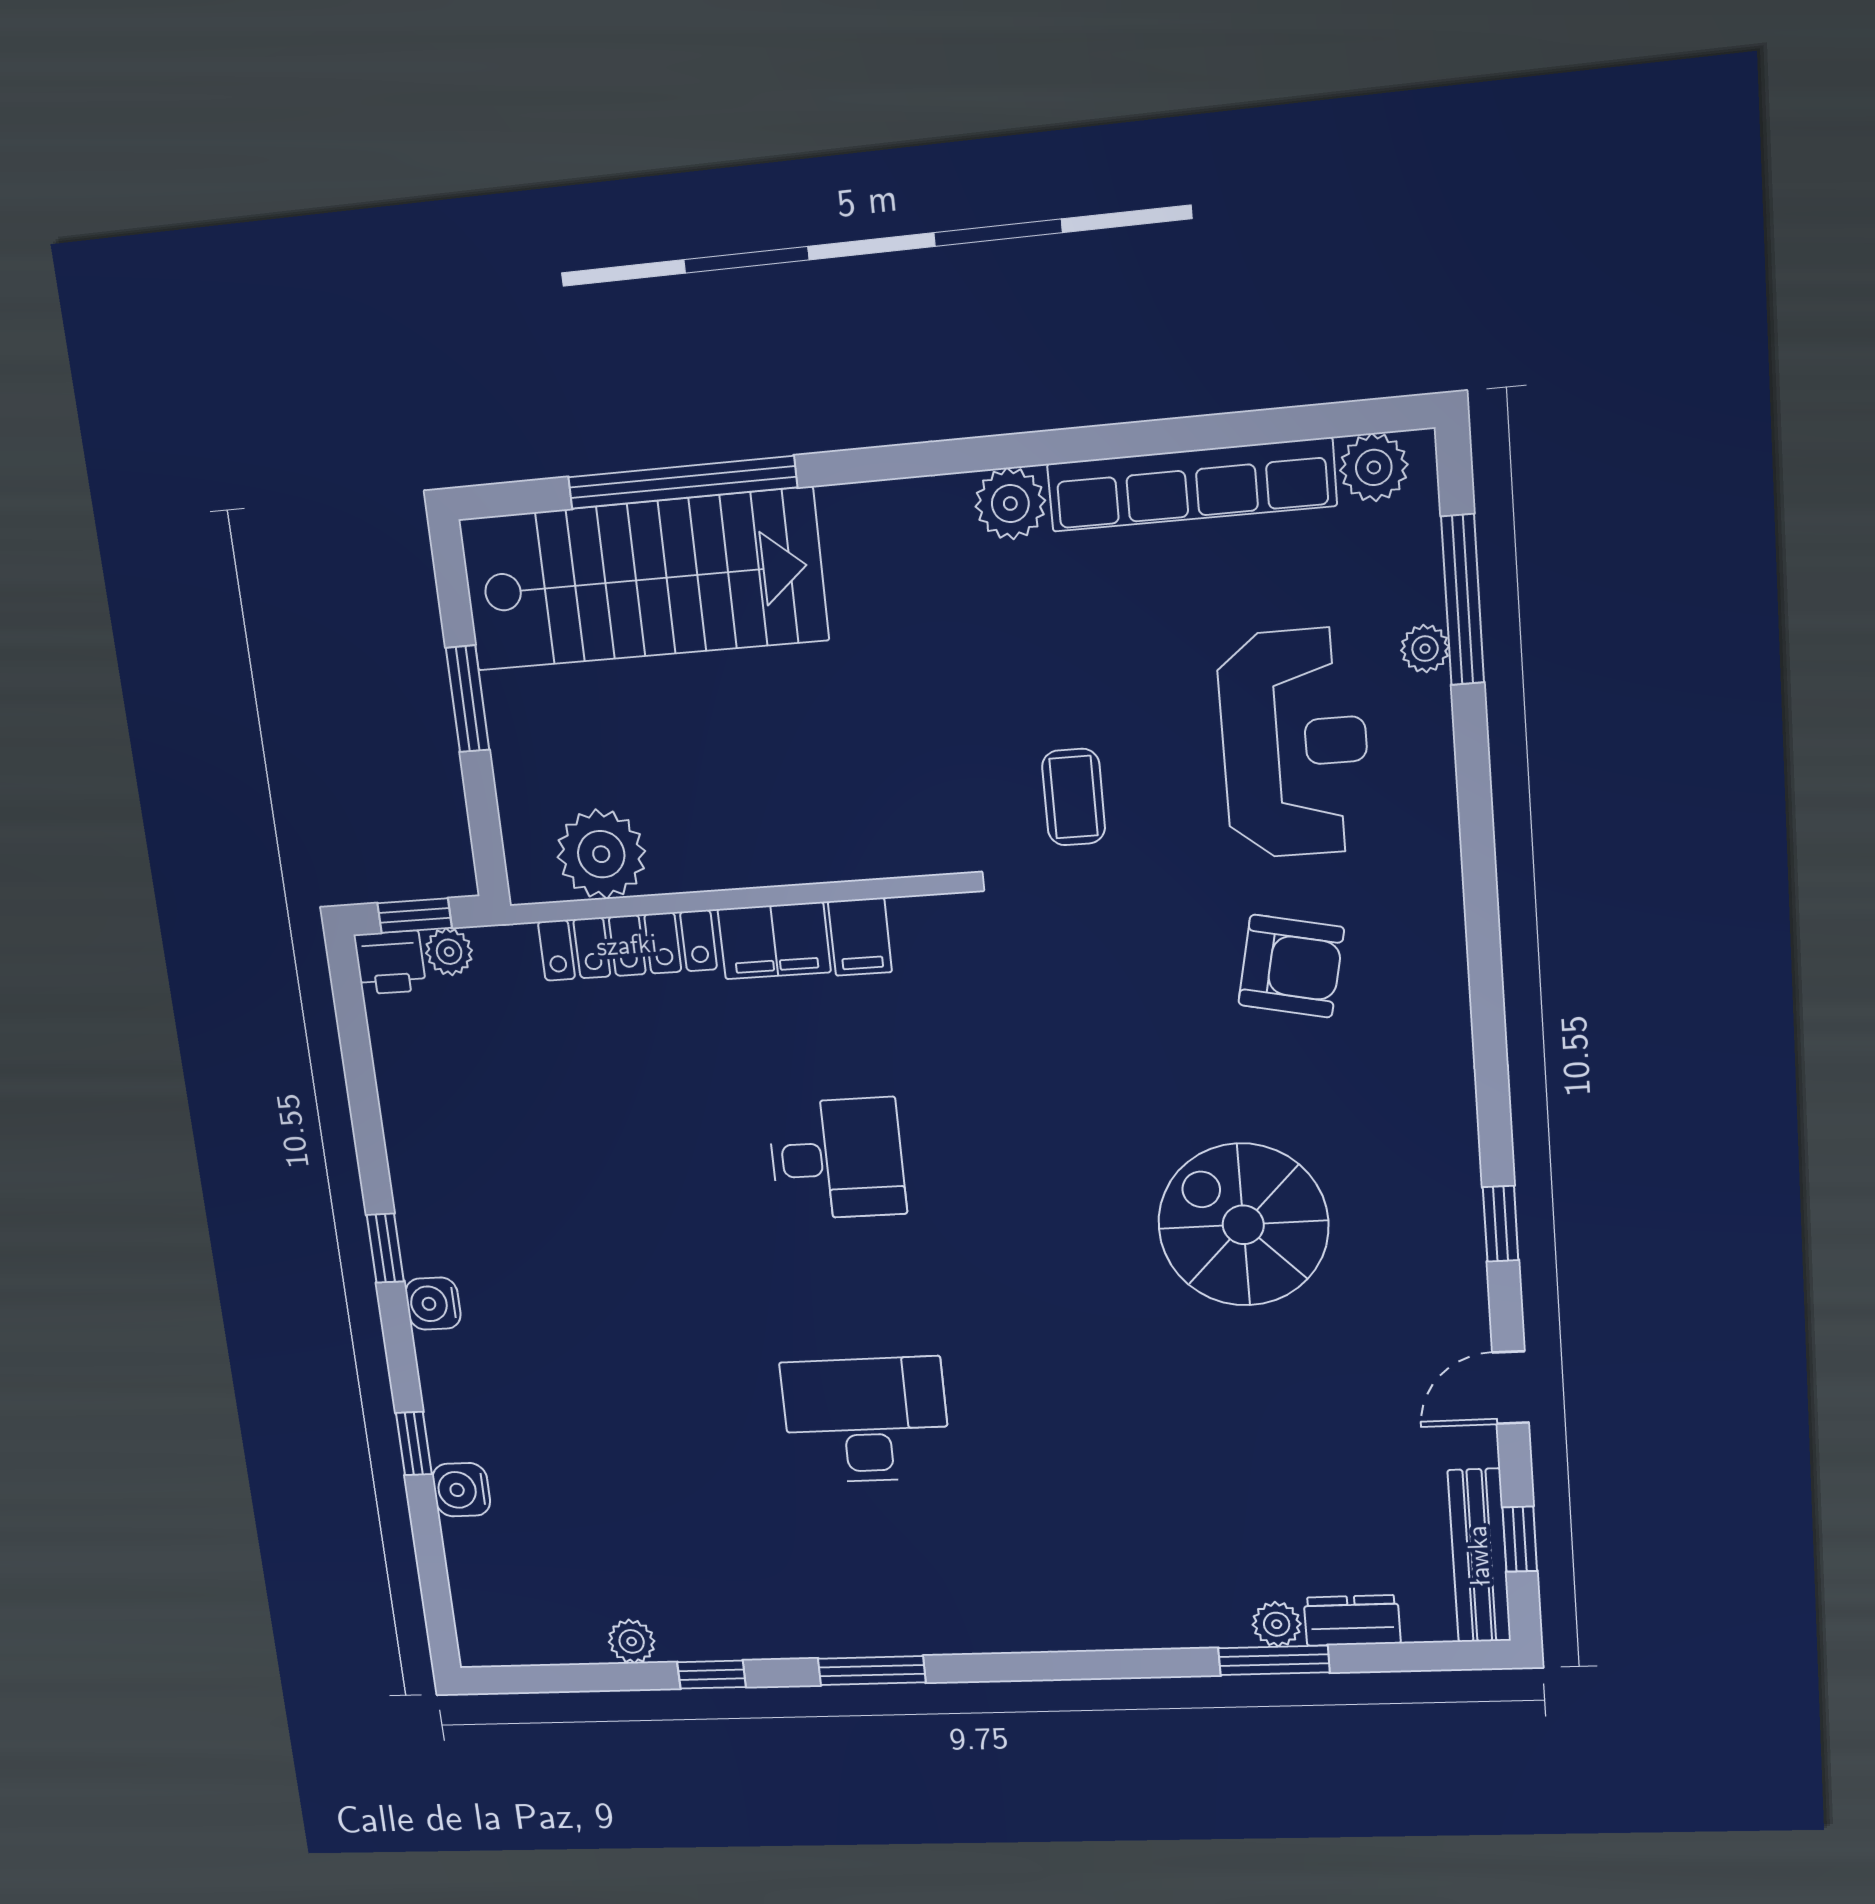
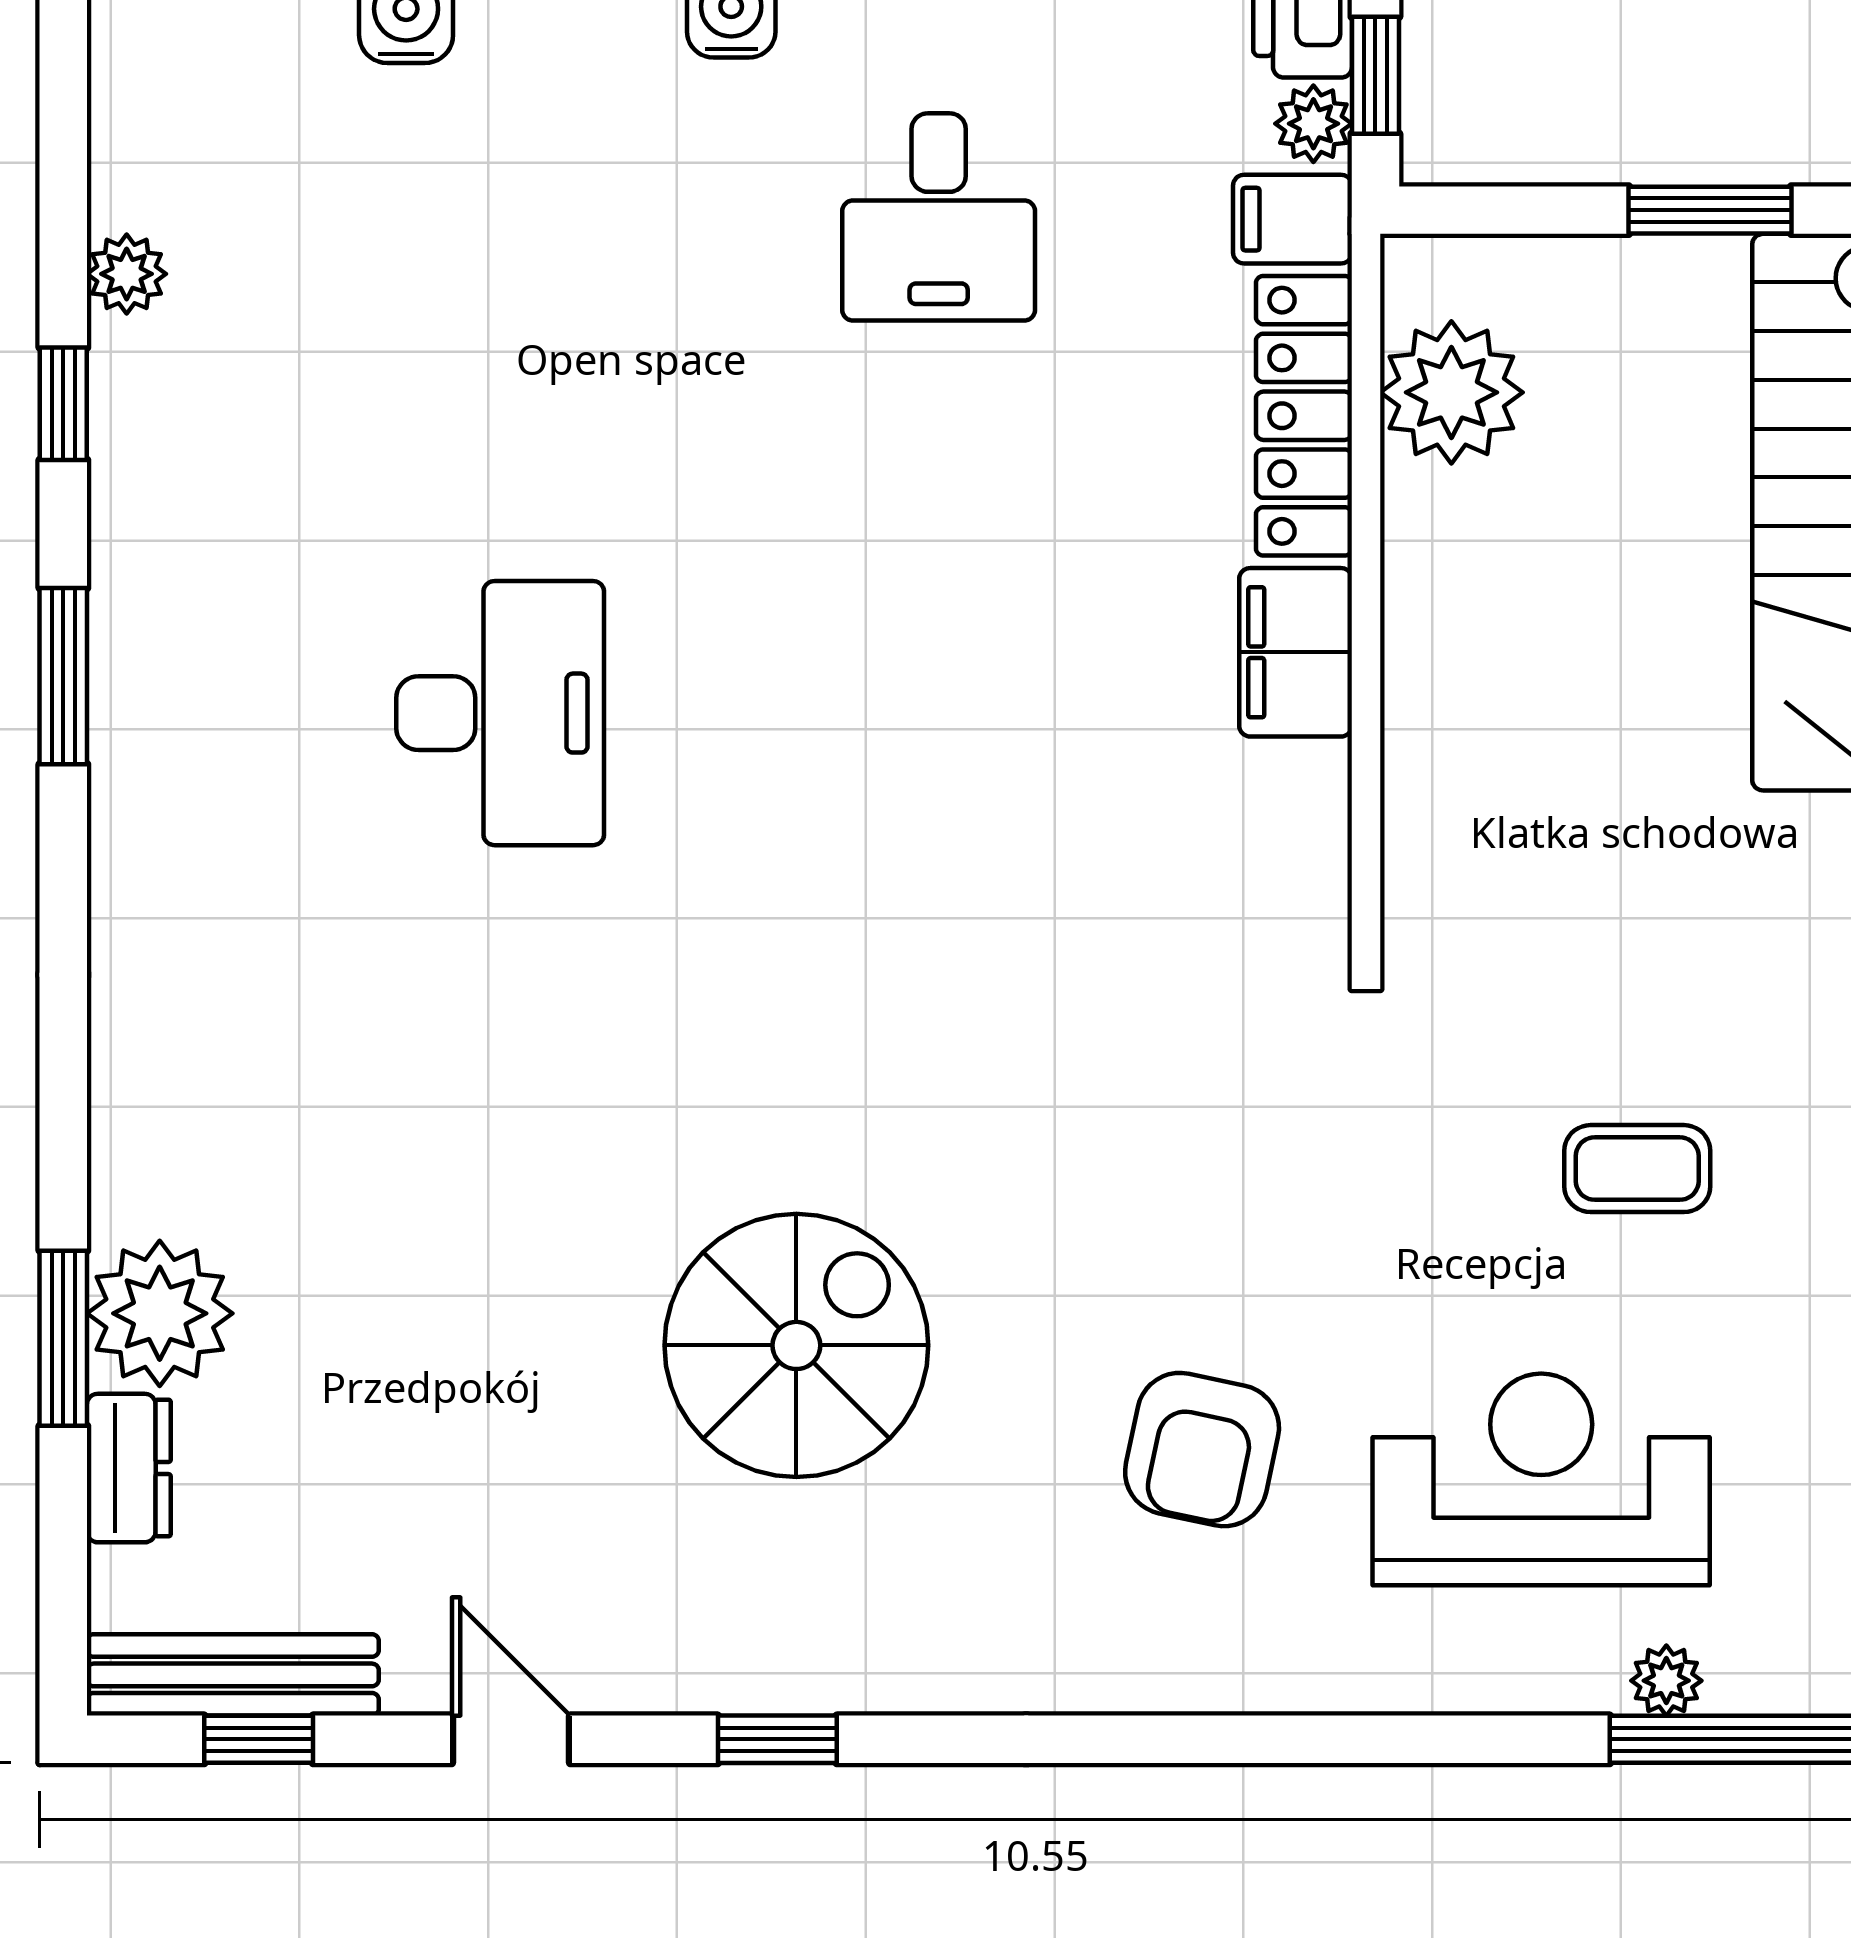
reception desk: (1294, 743) -> (1541, 1479), turned 180
coffee table: (1074, 797) -> (1637, 1169), moved
filing cabinet: (860, 937) -> (1293, 219), moved
desk: (837, 1159) -> (939, 217), moved
plant: (1277, 1624) -> (160, 1313), width x1.88, depth x1.88

